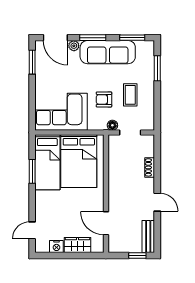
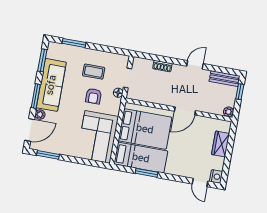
door: (106, 223) -> (185, 111), moved
nightstand: (56, 246) -> (216, 177), moved
plant: (113, 247) -> (228, 112), added

